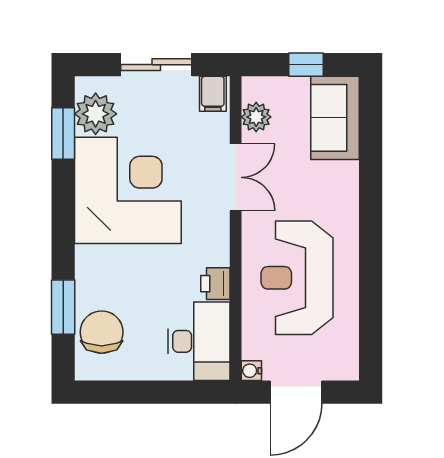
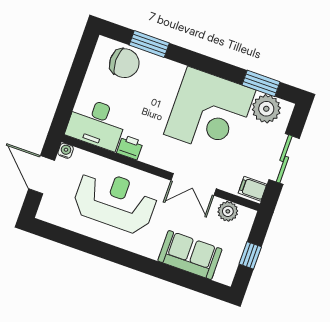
sofa: (335, 118) -> (190, 255), moved

